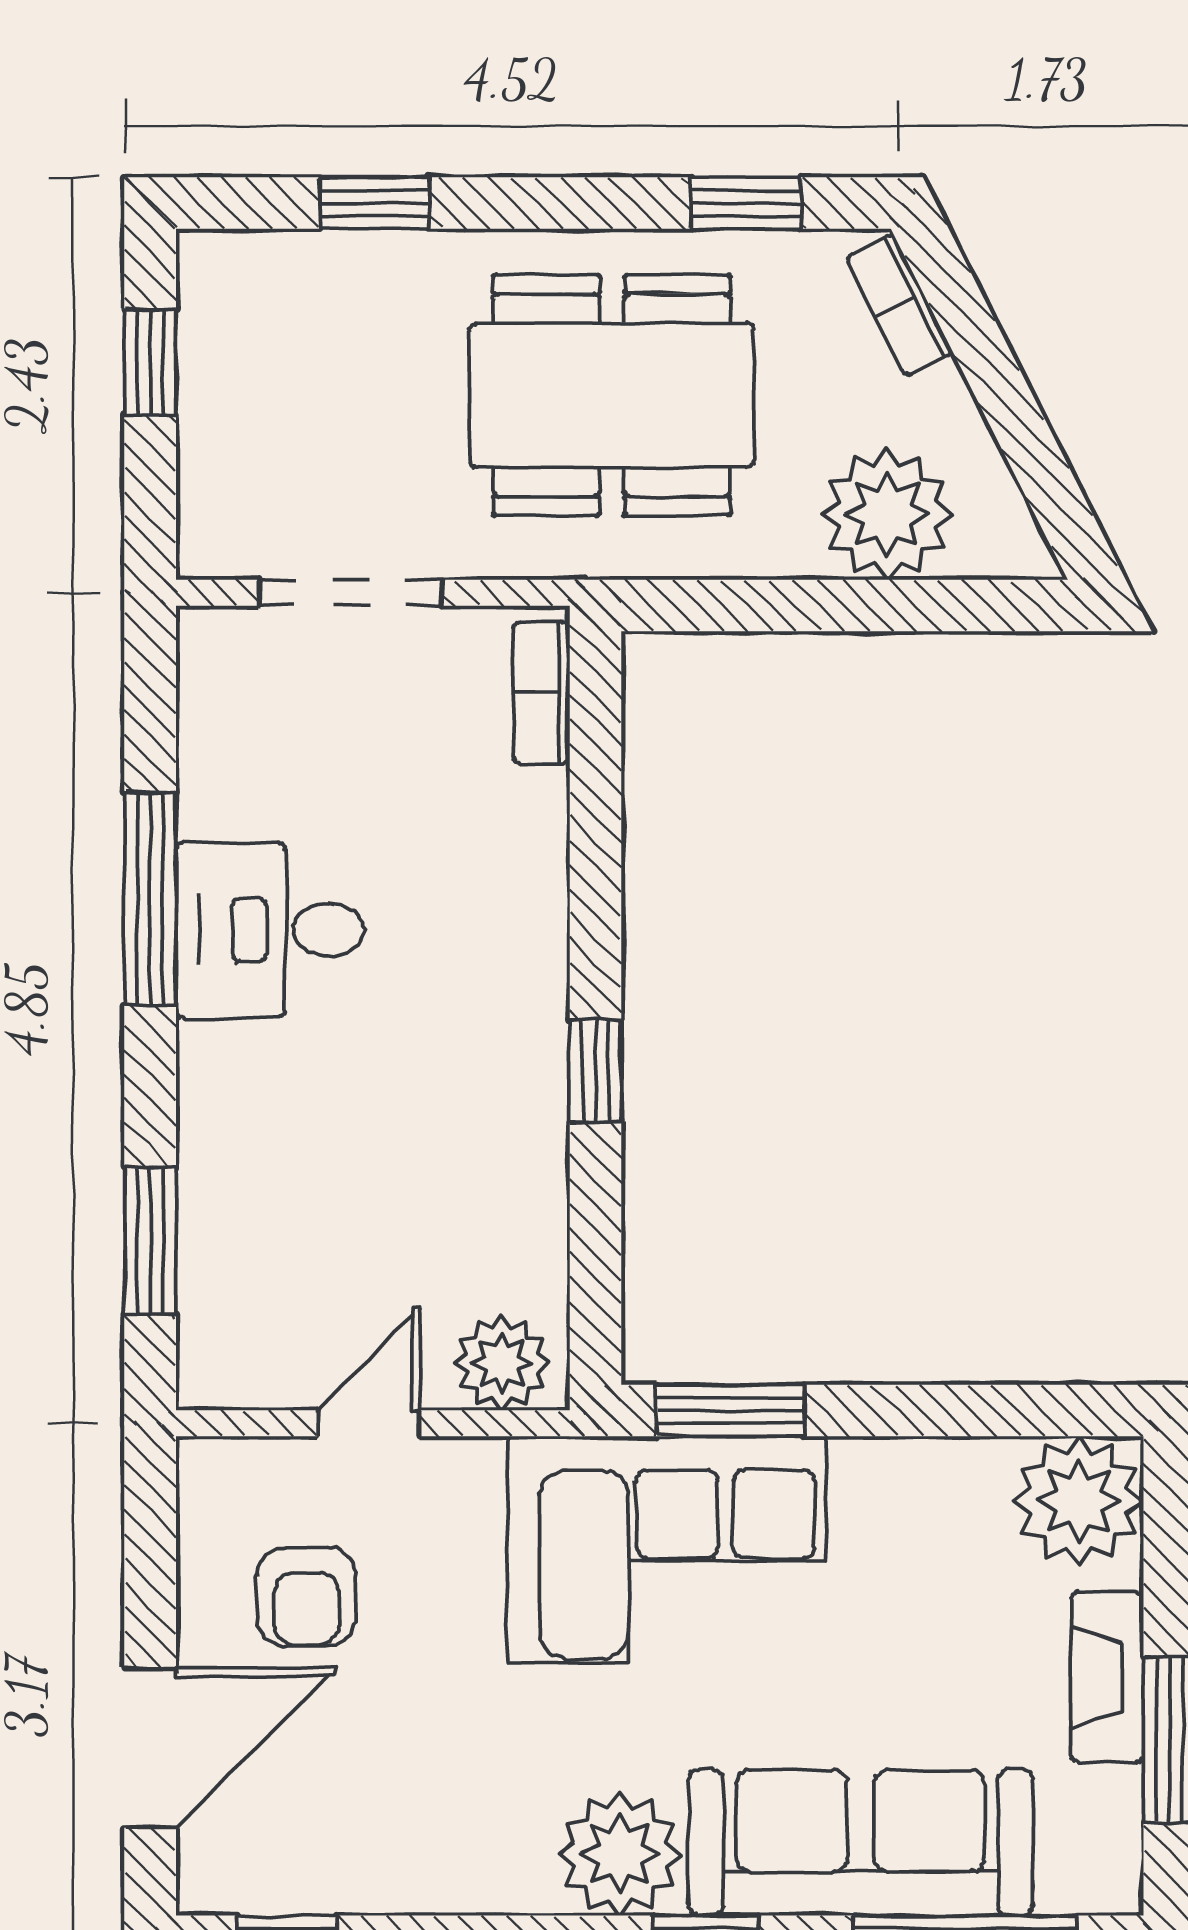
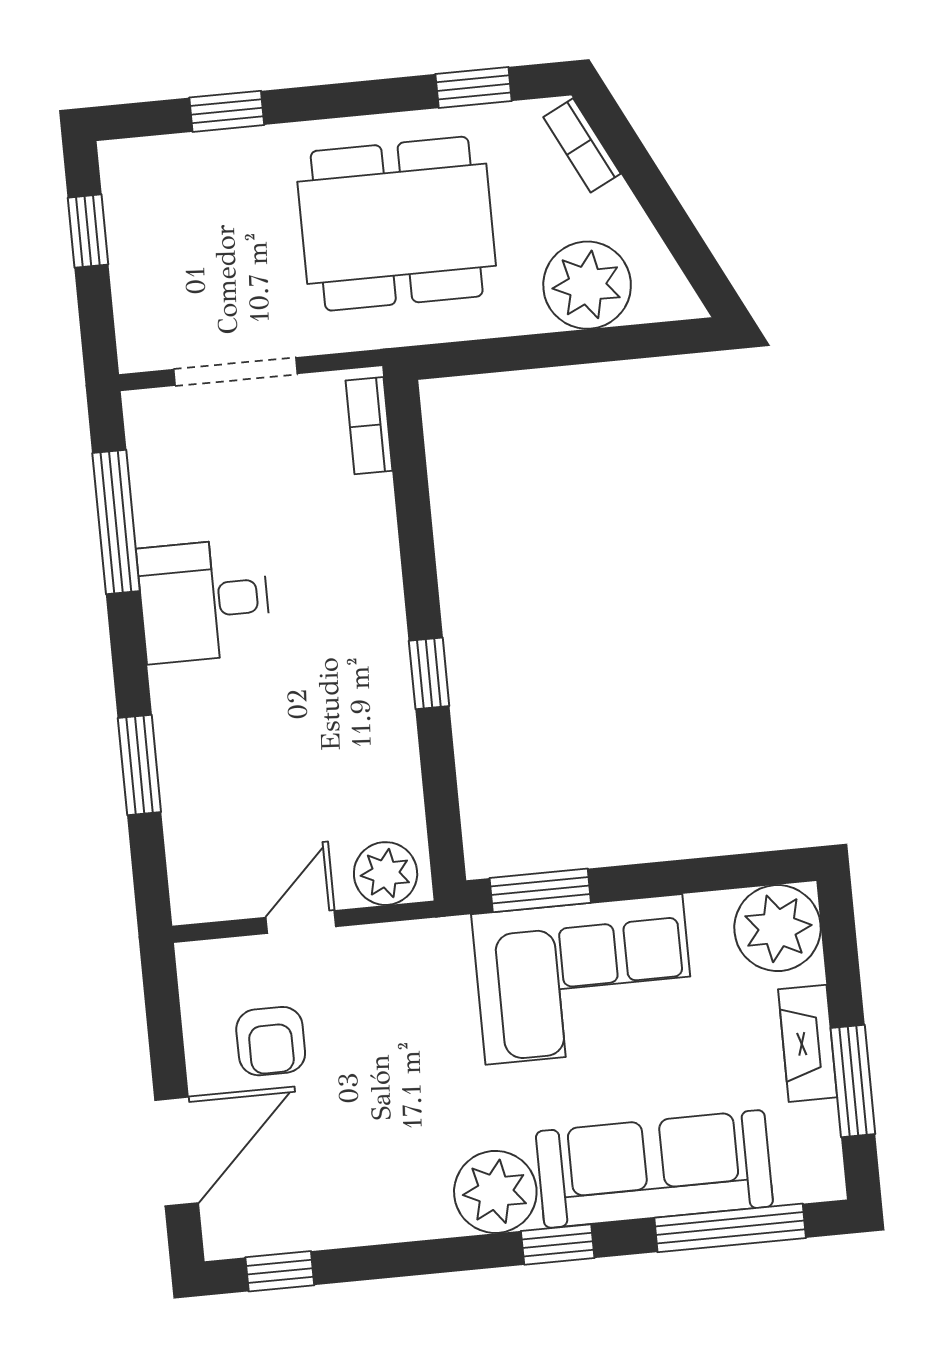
window: (150, 899) -> (116, 522), moved
window: (150, 1241) -> (139, 765), moved
corner sofa: (667, 1550) -> (584, 979), moved

